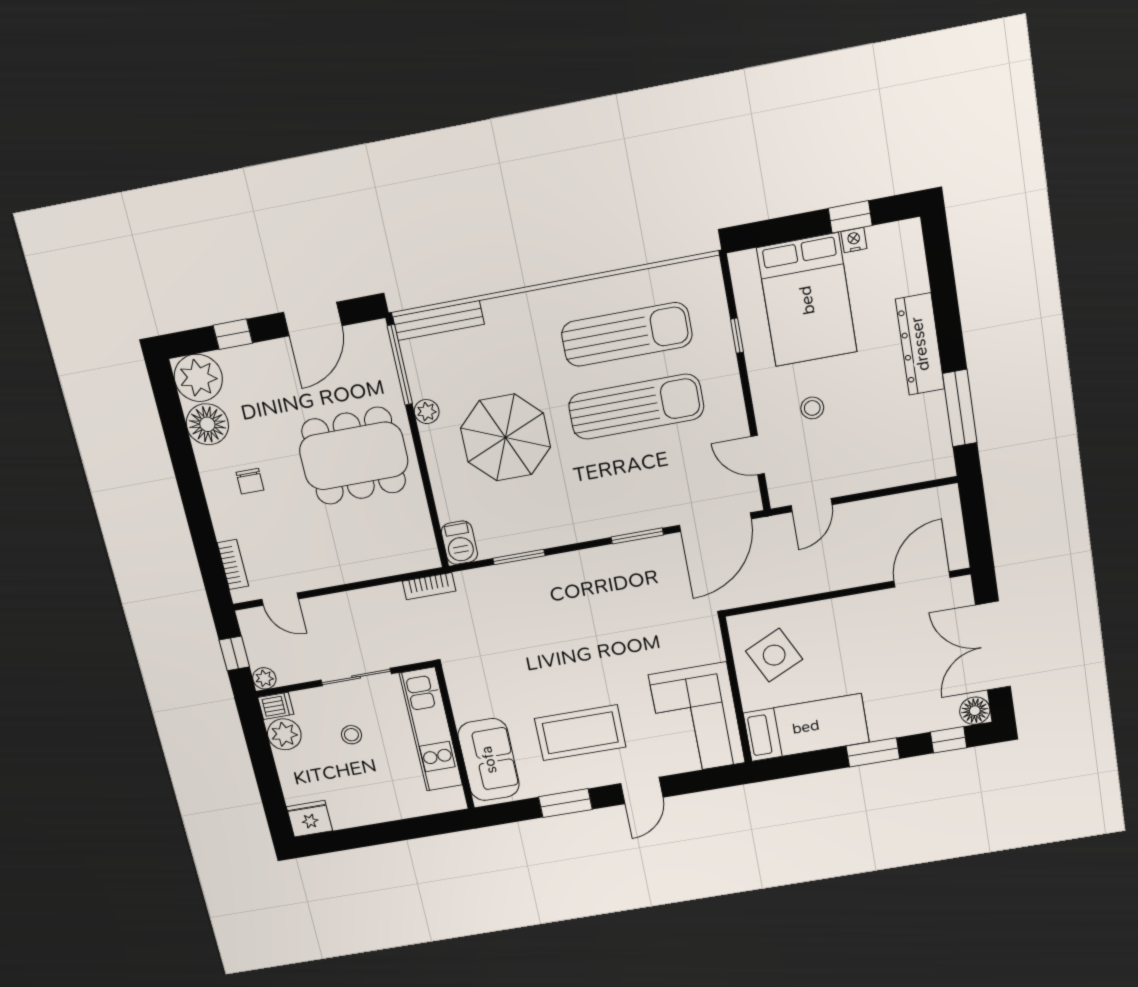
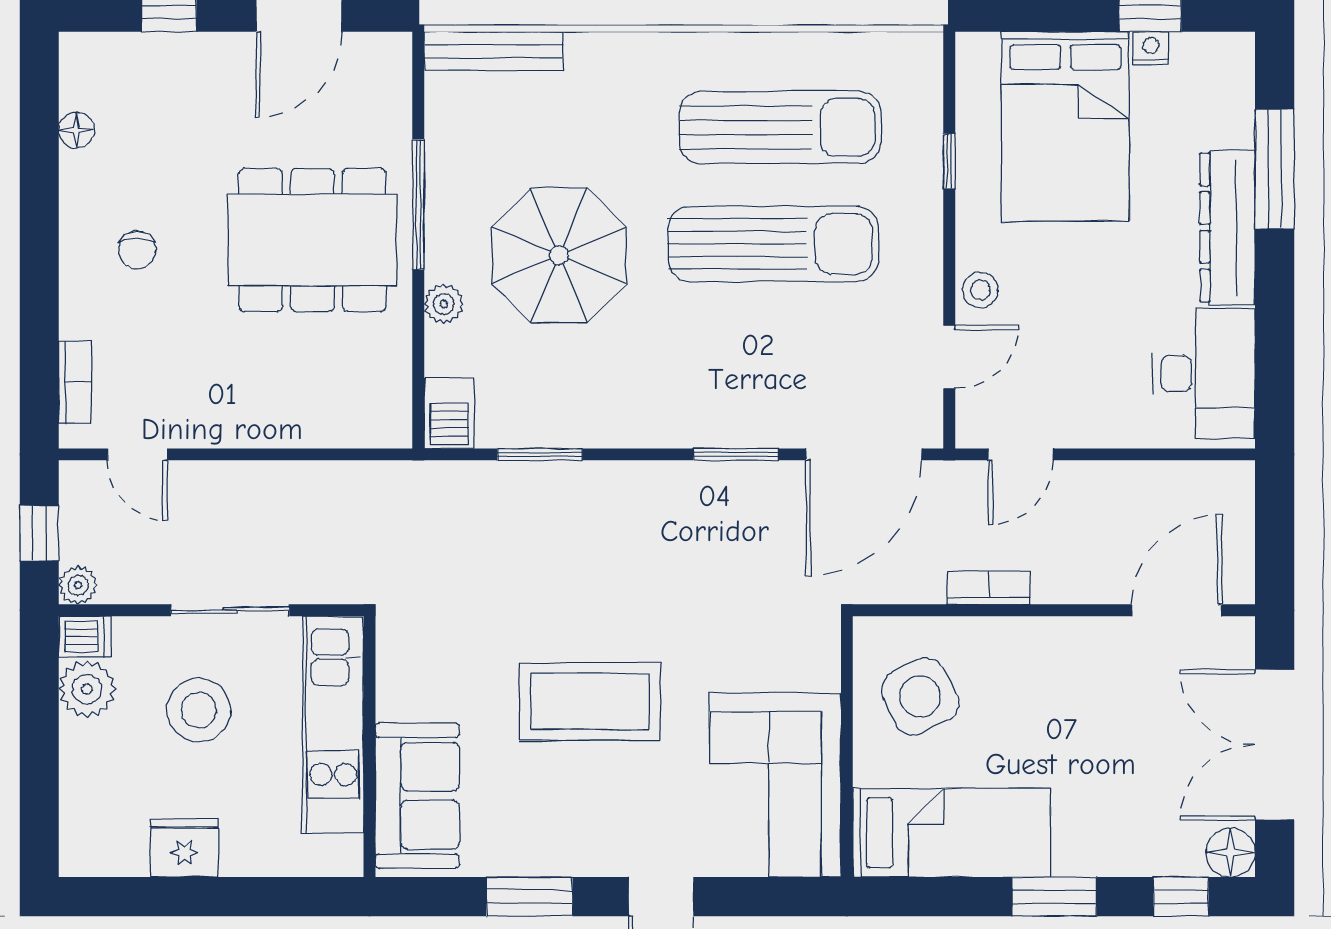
window: (400, 365) -> (418, 204), moved
plant: (198, 378) -> (97, 70), removed
stool: (812, 408) -> (980, 290), moved
window: (960, 408) -> (1275, 169), moved
plant: (427, 412) -> (444, 304), moved
floor lamp: (207, 424) -> (77, 130), width x0.53, depth x0.53
desk: (918, 437) -> (1204, 374), added
door: (758, 455) -> (949, 357), swing flipped
bookcase: (429, 586) -> (989, 588), moved, turned 180
coffee table: (580, 733) -> (590, 702), moved
stool: (351, 735) -> (199, 710), width x1.89, depth x1.89
fridge: (309, 819) -> (184, 848), moved

